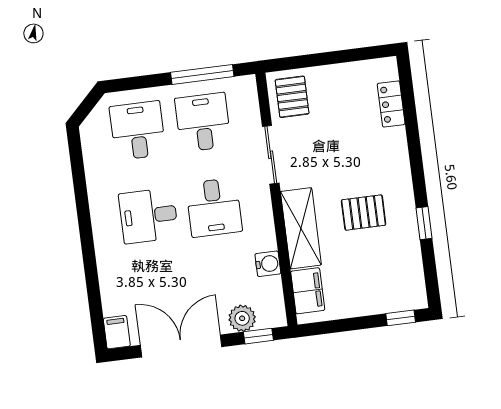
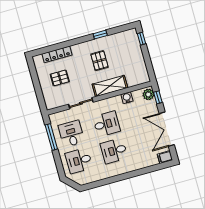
pallet: (292, 97) -> (60, 78), moved
locker: (391, 104) -> (57, 54), width x1.53
desk: (203, 122) -> (71, 134), turned 90
desk: (149, 216) -> (114, 151), turned 90
filing cabinet: (308, 291) -> (136, 79), removed
plant: (242, 318) -> (148, 94), moved

